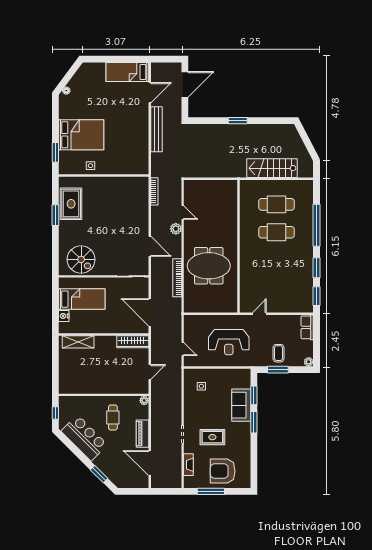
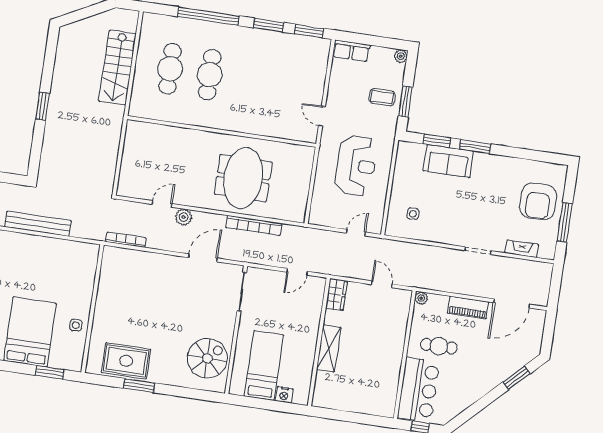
door: (150, 312) -> (297, 272), width x0.53
shelving: (78, 342) -> (329, 348), moved
wardrobe: (133, 342) -> (336, 295), width x0.67
rug: (212, 437) -> (488, 209), removed
bar counter: (84, 438) -> (418, 390), moved, turned 135

